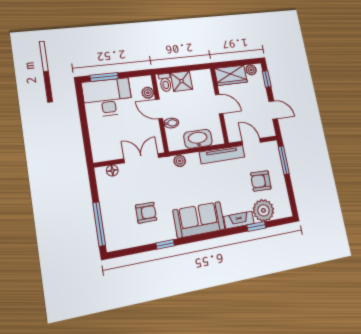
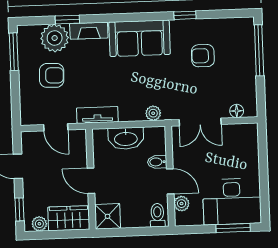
shower: (181, 81) -> (108, 216), moved
tv unit: (222, 155) -> (97, 115), width x0.71
window: (284, 160) -> (14, 52), moved

